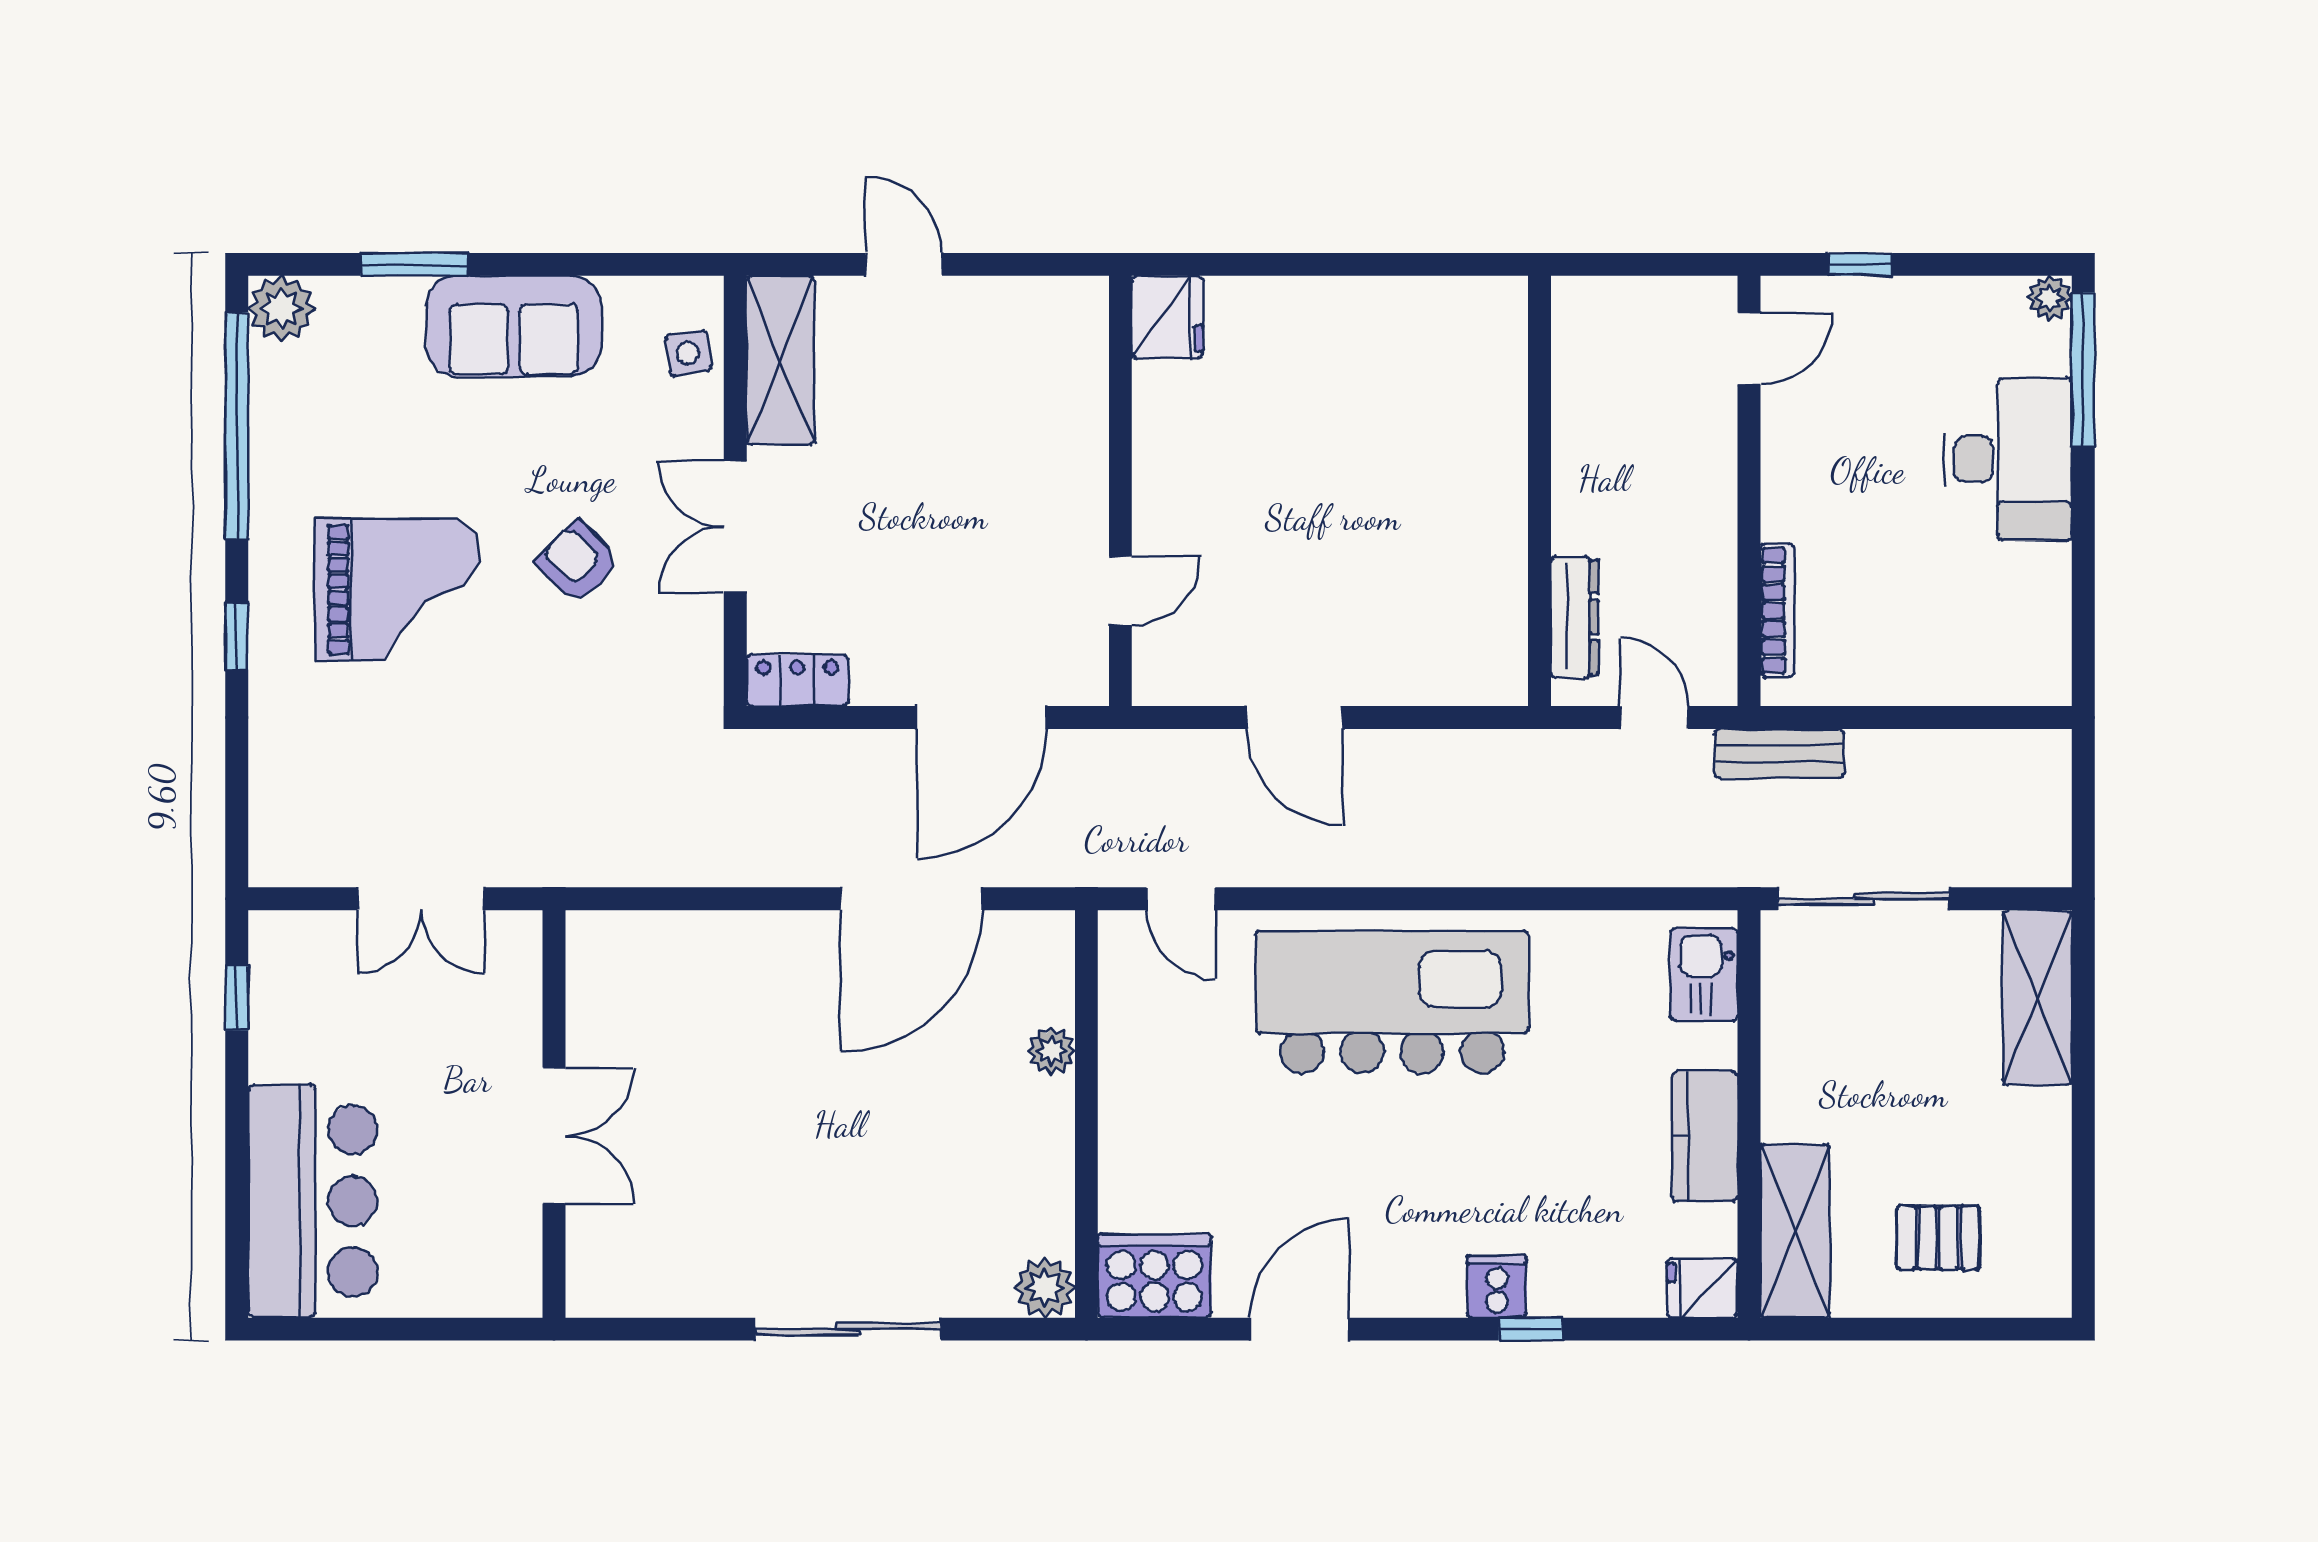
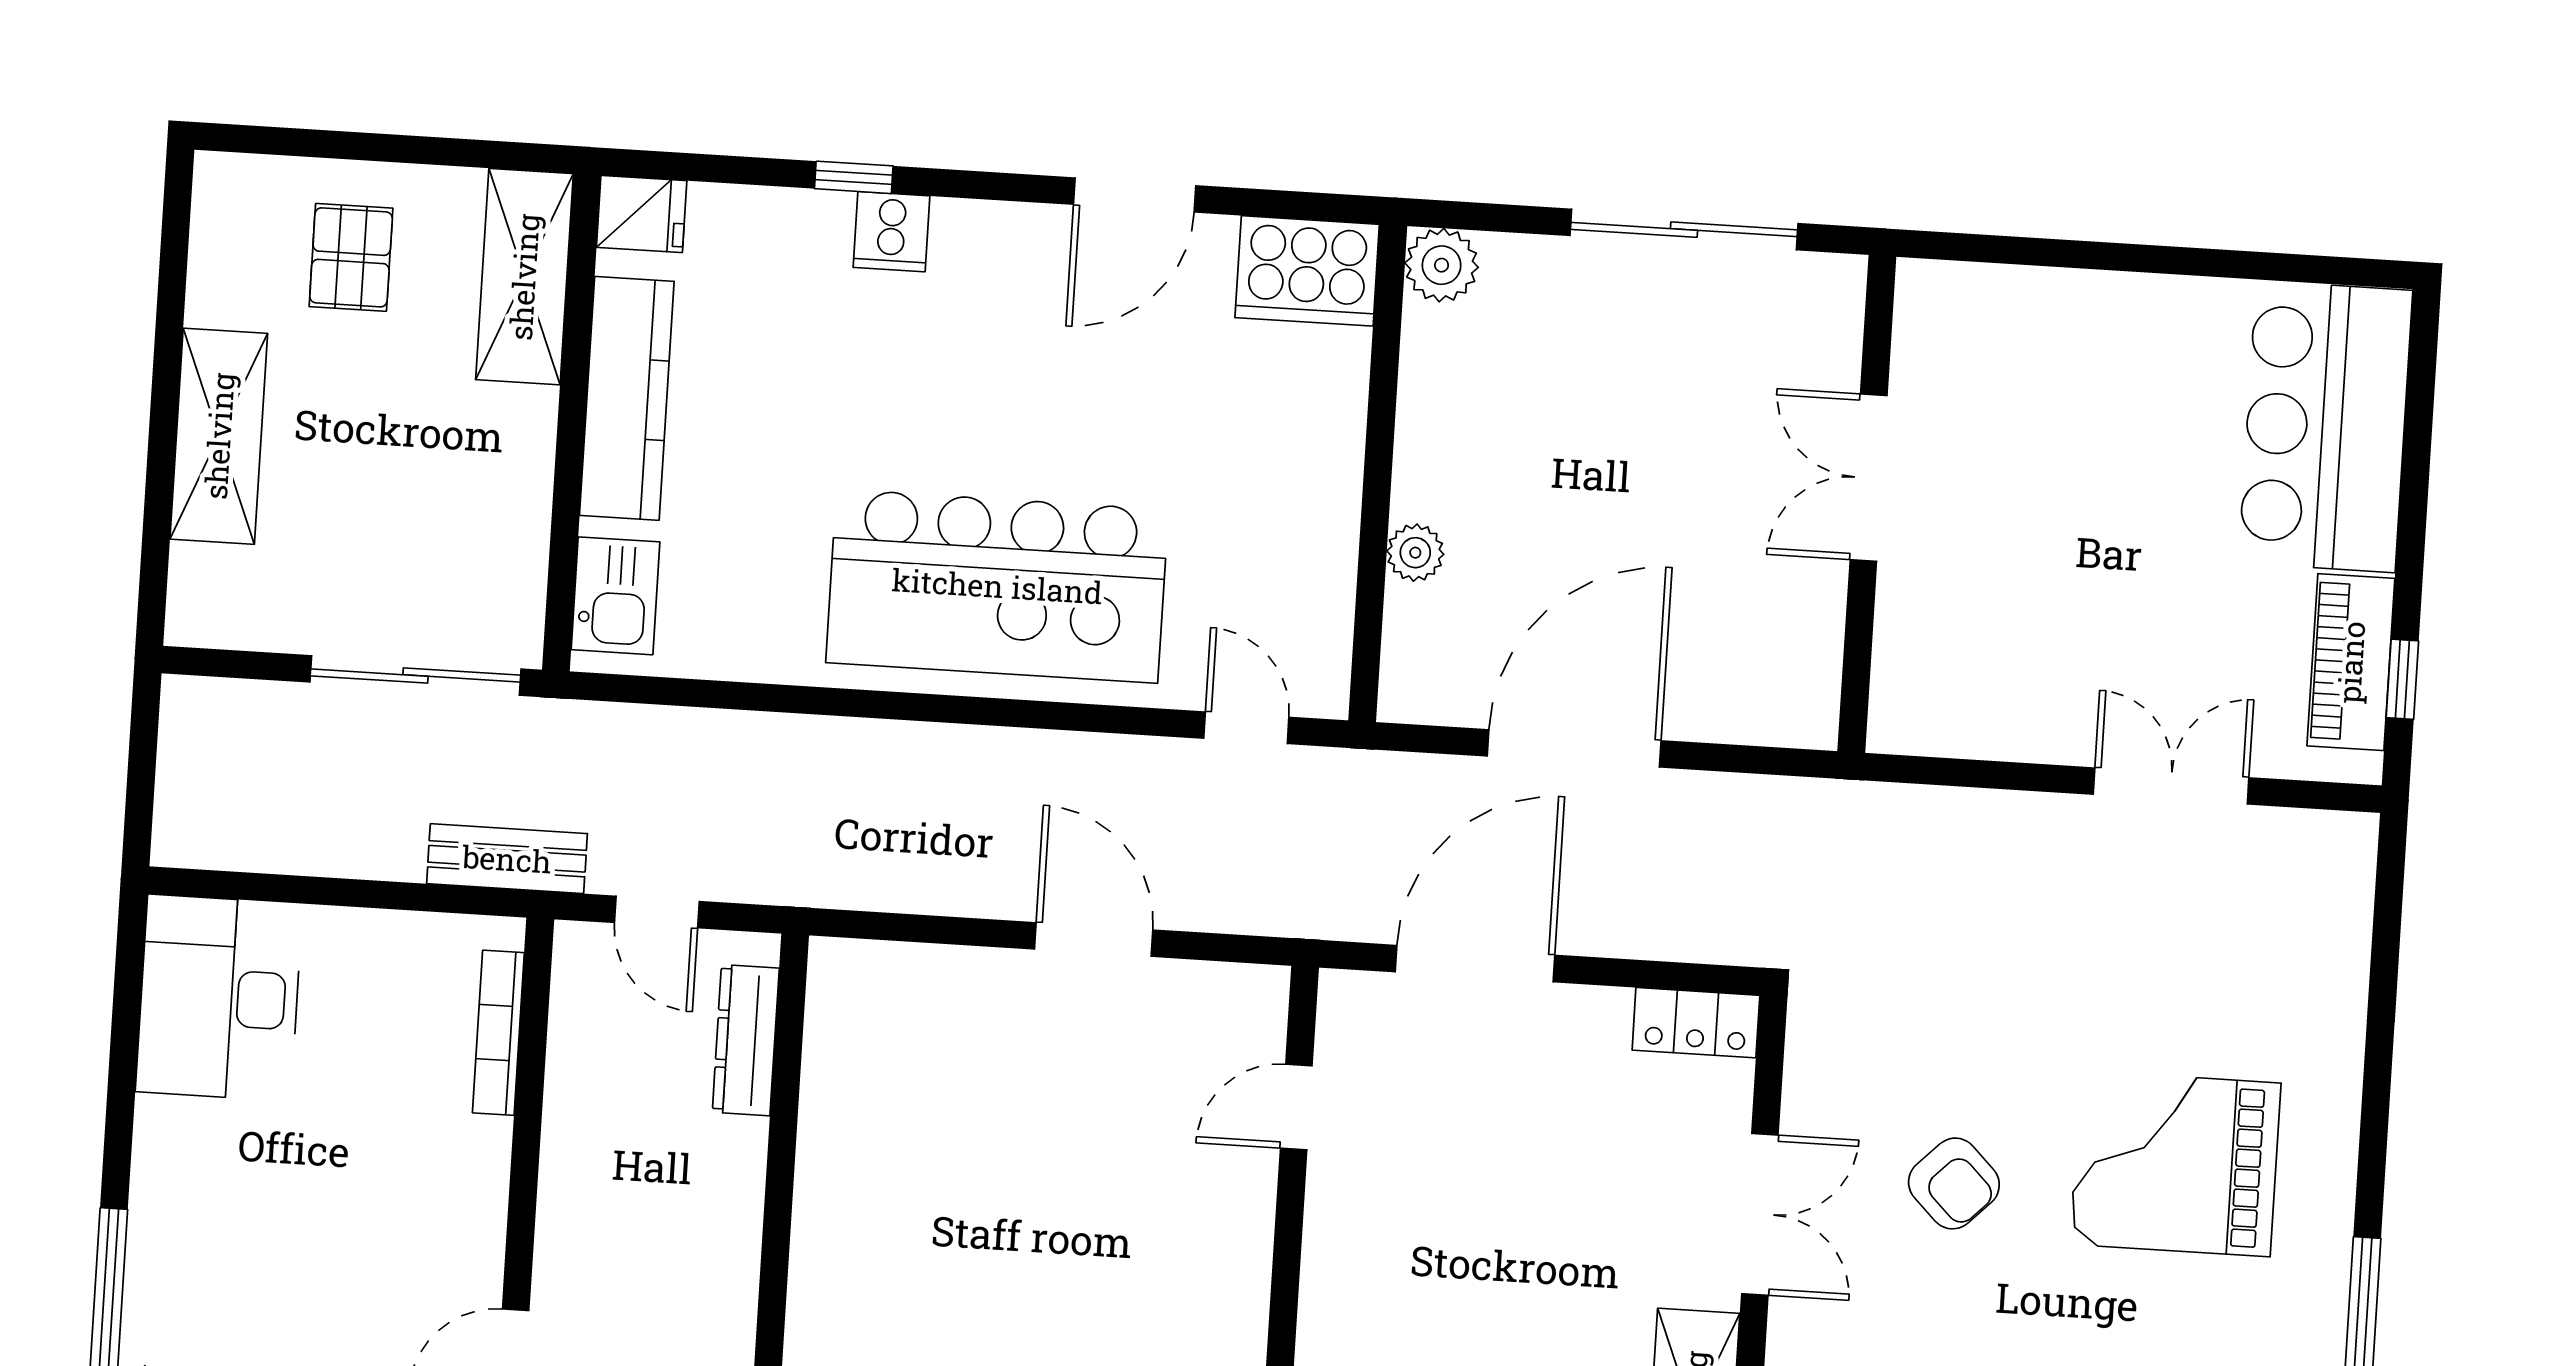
desk: (2008, 459) -> (219, 998), moved
window: (237, 636) -> (2375, 1119), removed
shelving: (2037, 998) -> (219, 436), moved
piano: (280, 1009) -> (2351, 662), added
wall: (554, 1114) -> (1867, 504), moved
double door: (554, 1136) -> (1869, 478), moved
kitchen counter: (1705, 1137) -> (627, 398), width x1.50
pallet: (1938, 1238) -> (351, 257), turned 90

